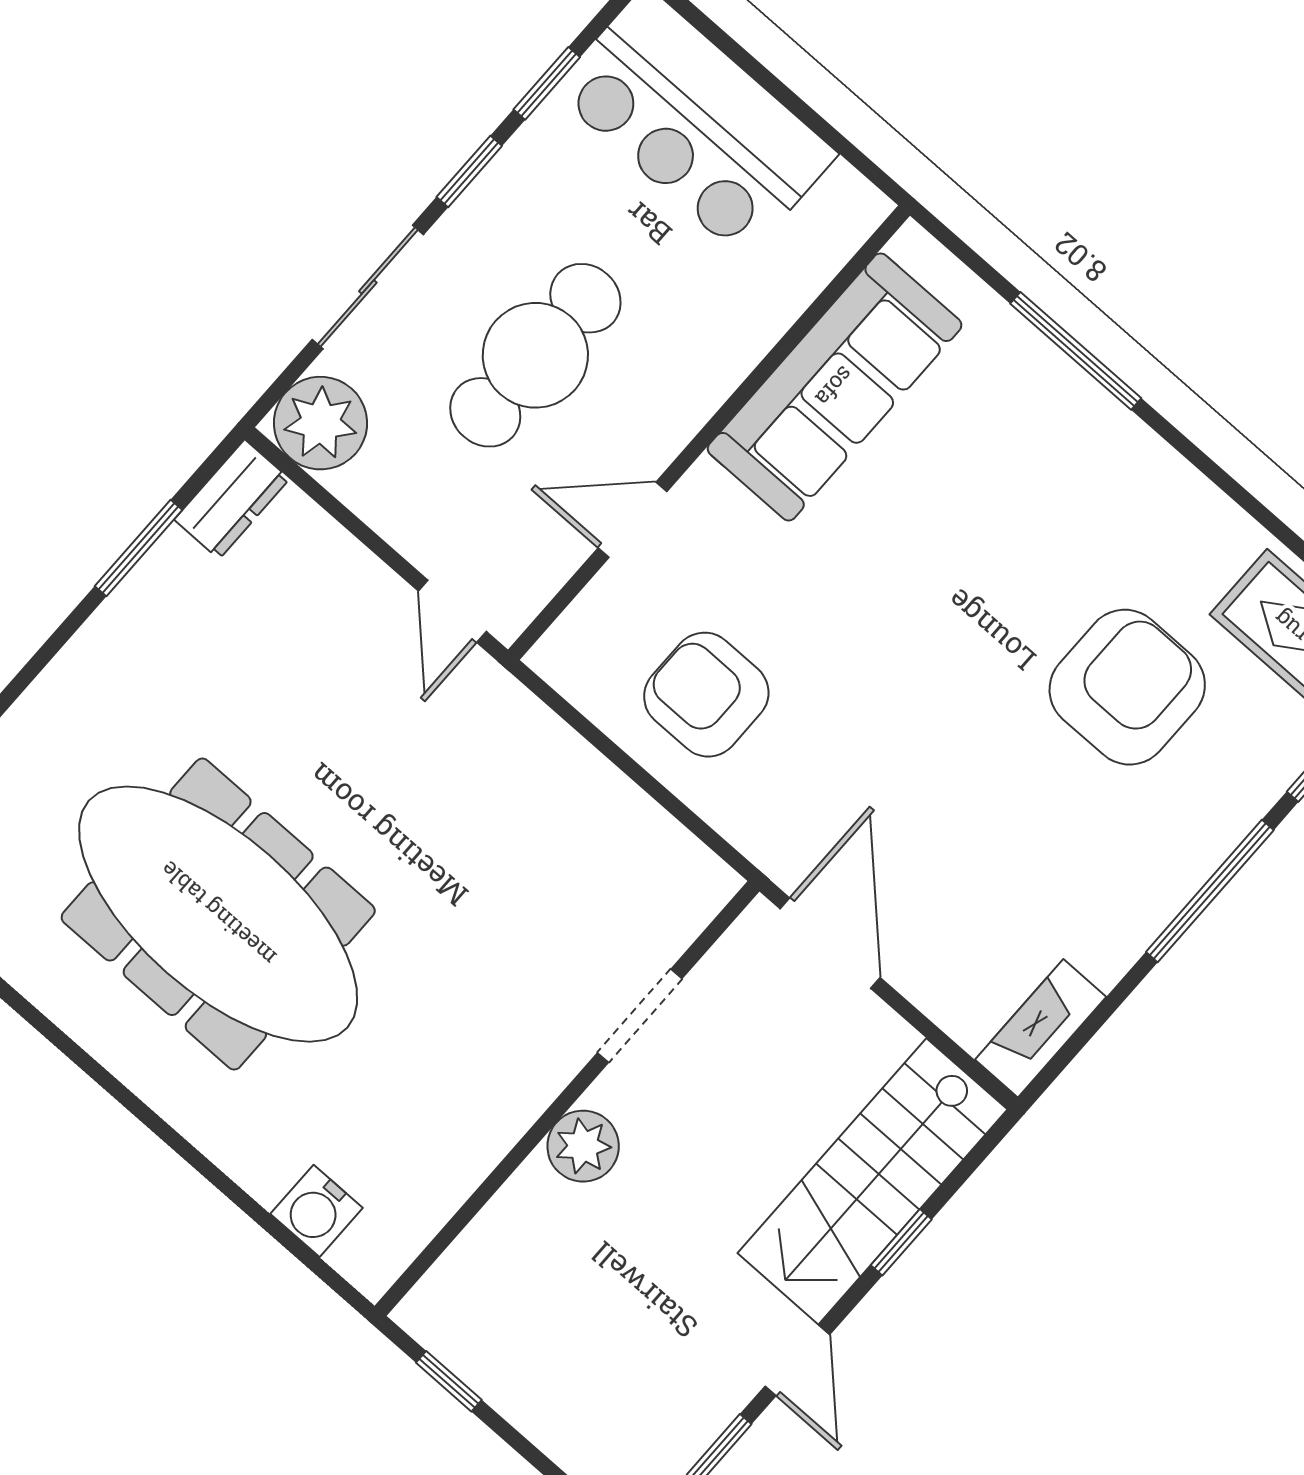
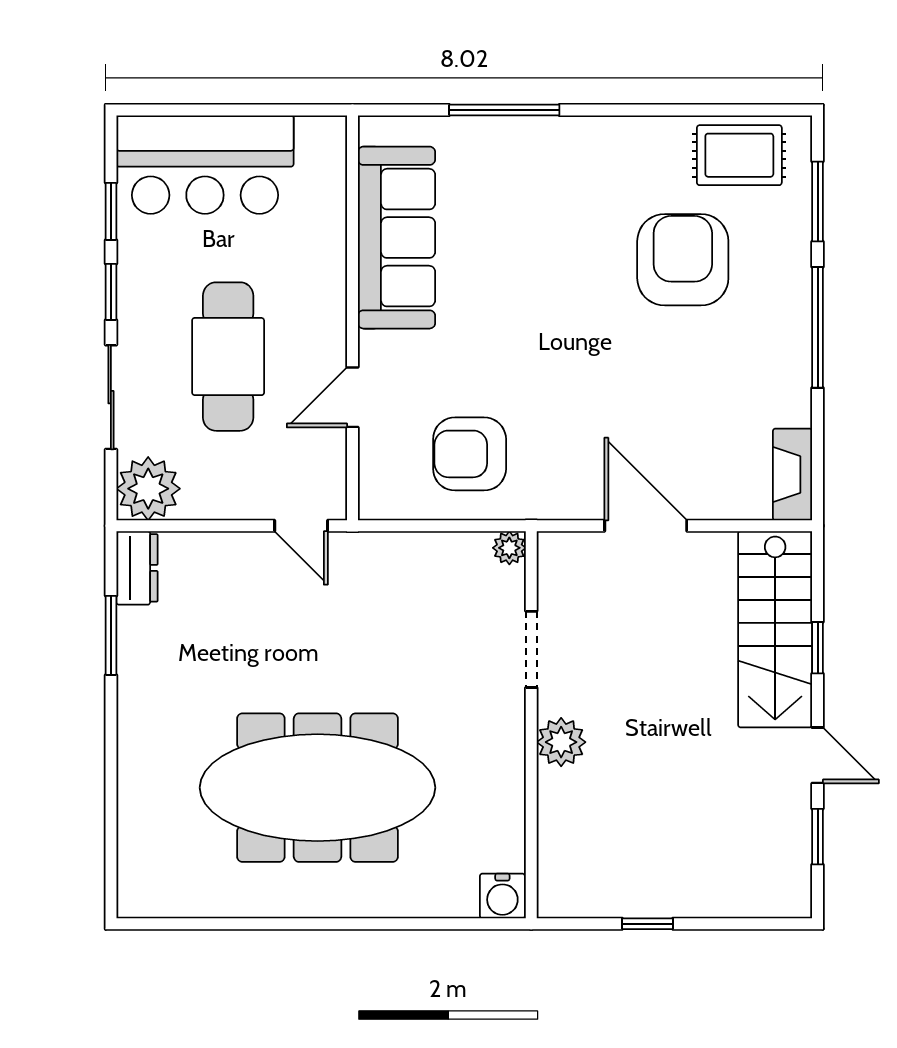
plant: (659, 836) -> (509, 548), added
doorway: (640, 1016) -> (531, 649), moved
wall: (567, 1099) -> (531, 725), moved
plant: (583, 1146) -> (561, 742), moved

